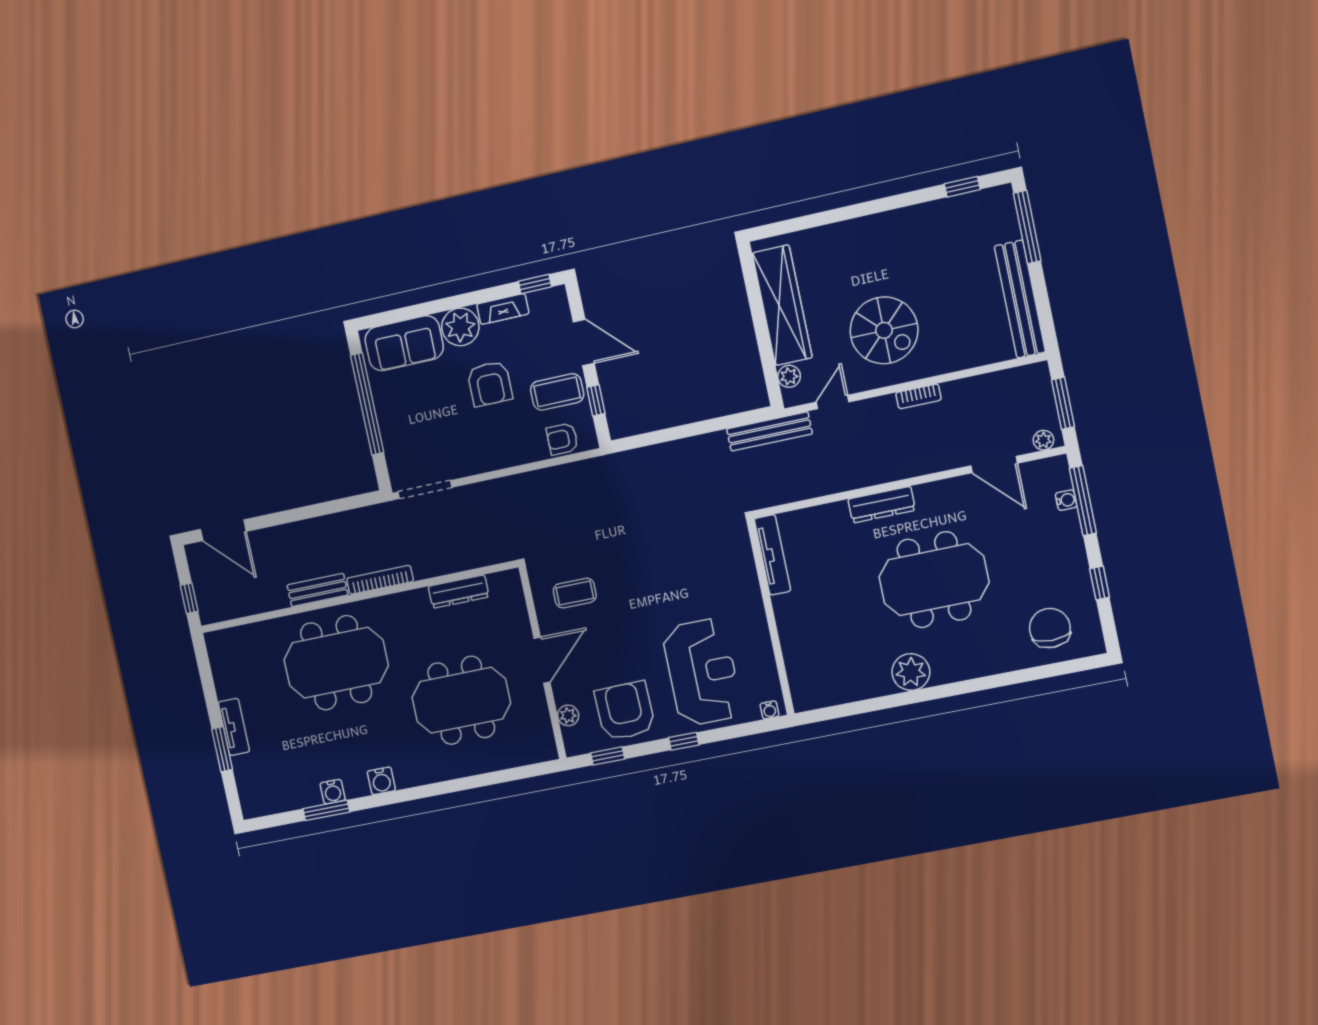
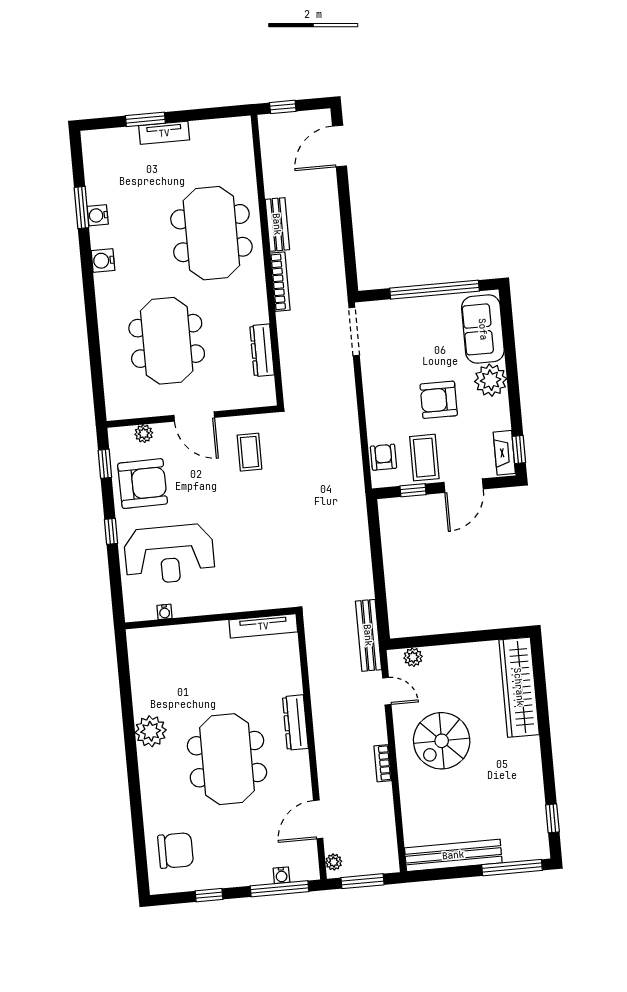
wardrobe: (782, 305) -> (519, 687), moved, turned 90
fireplace: (503, 309) -> (504, 453), moved
water cooler: (769, 710) -> (165, 612), moved, turned -90

